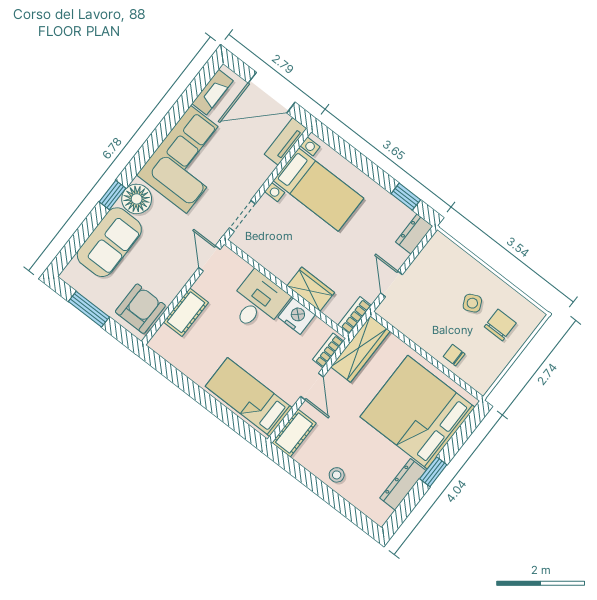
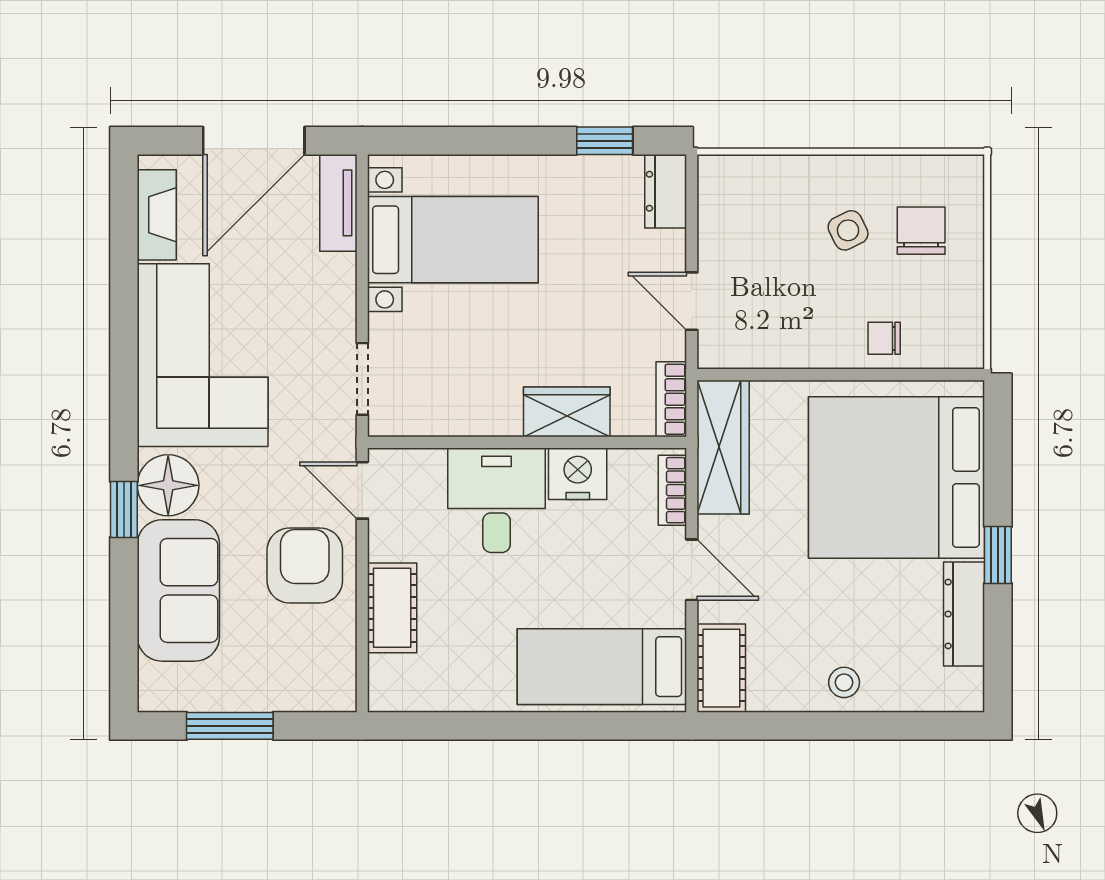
armchair: (140, 309) -> (305, 565), moved

